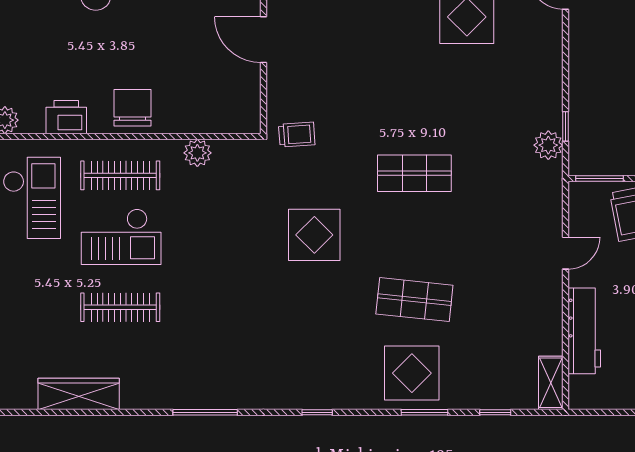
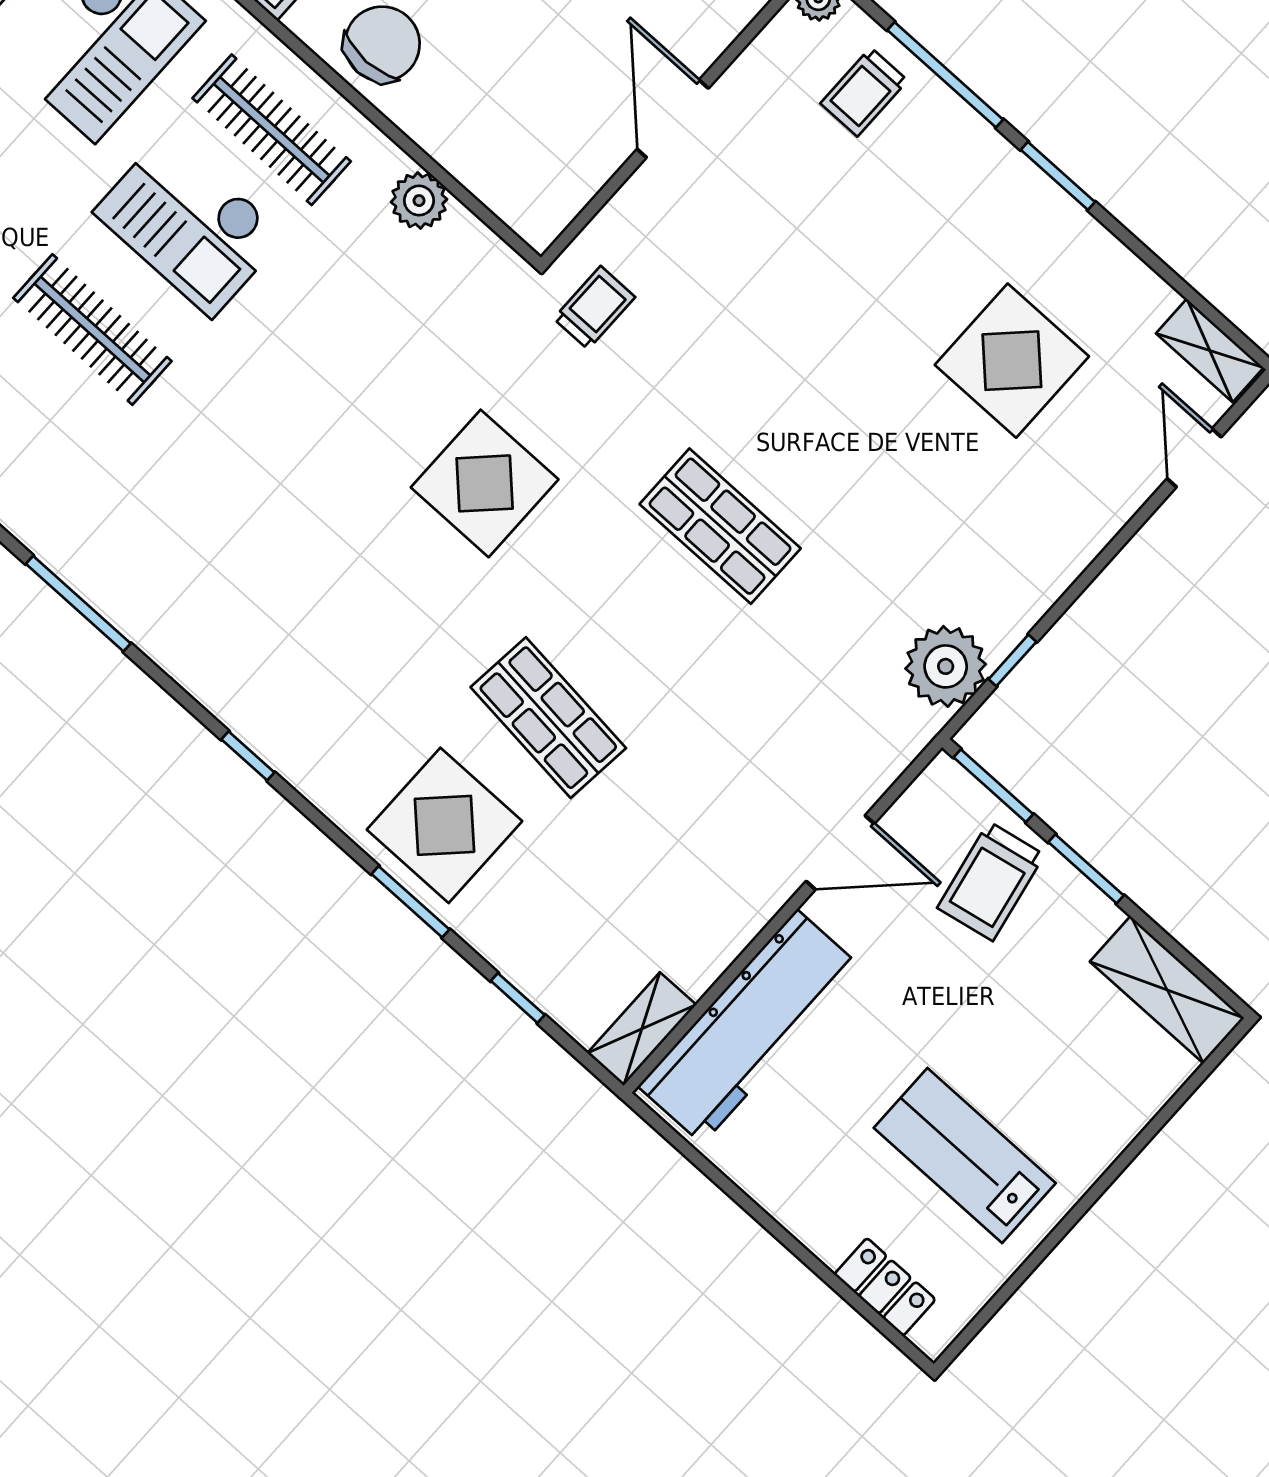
trolley: (297, 135) -> (594, 308), turned -86
plant: (548, 145) -> (946, 666), width x1.36, depth x1.36
door: (565, 253) -> (840, 852), width x1.38
workbench: (584, 331) -> (750, 1027), width x1.36, depth x1.32

